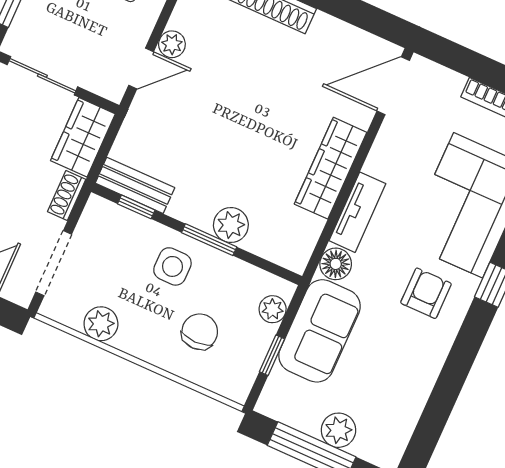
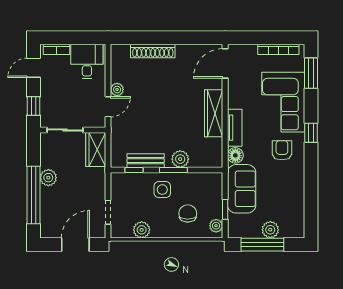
bench: (135, 185) -> (146, 161), moved
shoe rack: (67, 196) -> (100, 179), removed
doorway: (54, 263) -> (108, 212), width x0.73
plant: (273, 309) -> (216, 226), moved

